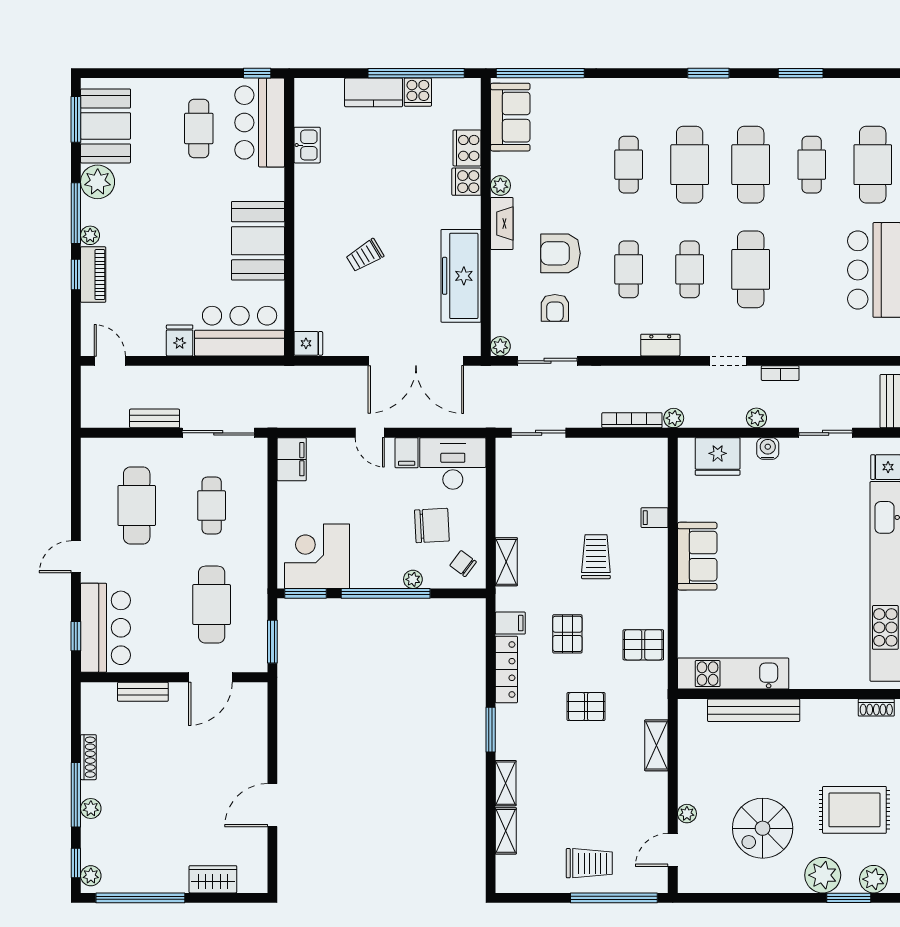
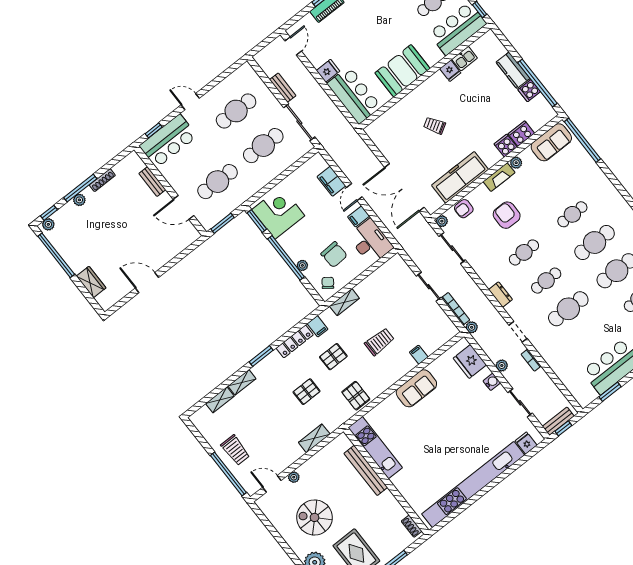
armchair: (555, 308) -> (464, 209), moved
fridge: (308, 343) -> (450, 71), moved
sliding door: (539, 433) -> (429, 287), moved
filing cabinet: (292, 459) -> (331, 181), moved, turned 90
cafe table: (212, 505) -> (263, 146), width x1.37, depth x1.35
pallet: (586, 707) -> (307, 392), turned 90

